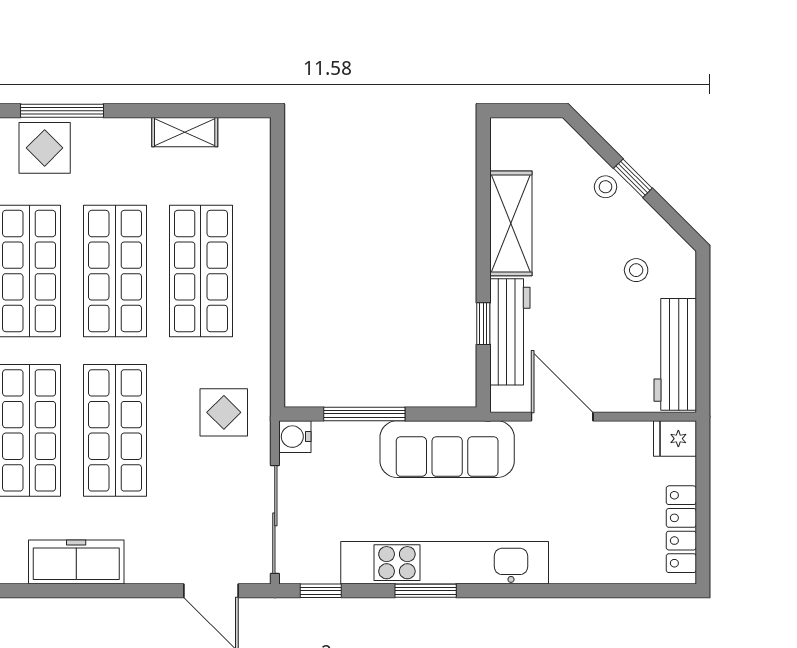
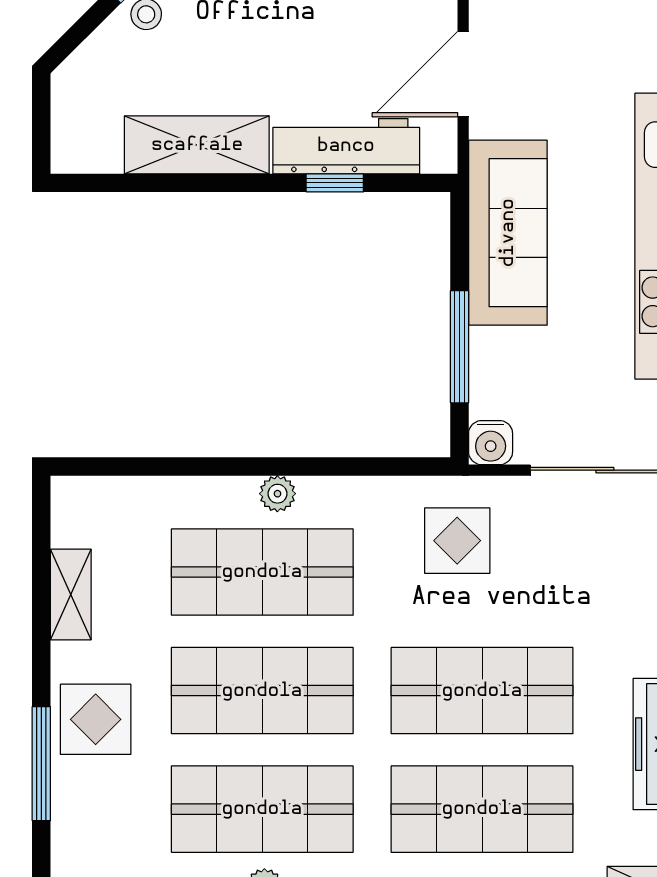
display table: (45, 148) -> (96, 719), moved
plant: (258, 282) -> (277, 494), added

